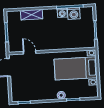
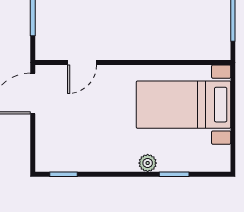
door: (30, 52) -> (82, 63), swing flipped

